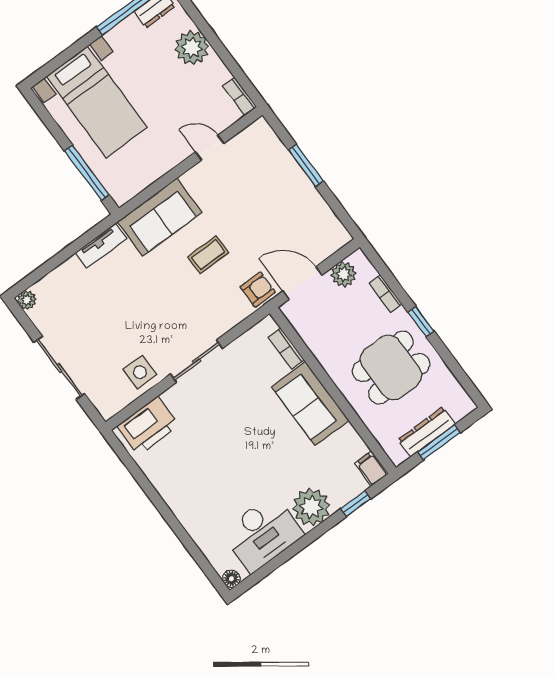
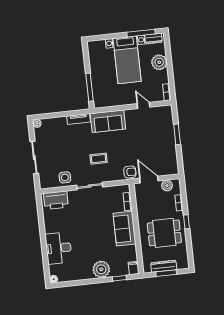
bed with nightstands: (97, 102) -> (127, 60), moved
coffee table: (208, 255) -> (99, 159), moved
desk: (262, 533) -> (59, 248), moved, turned 90

